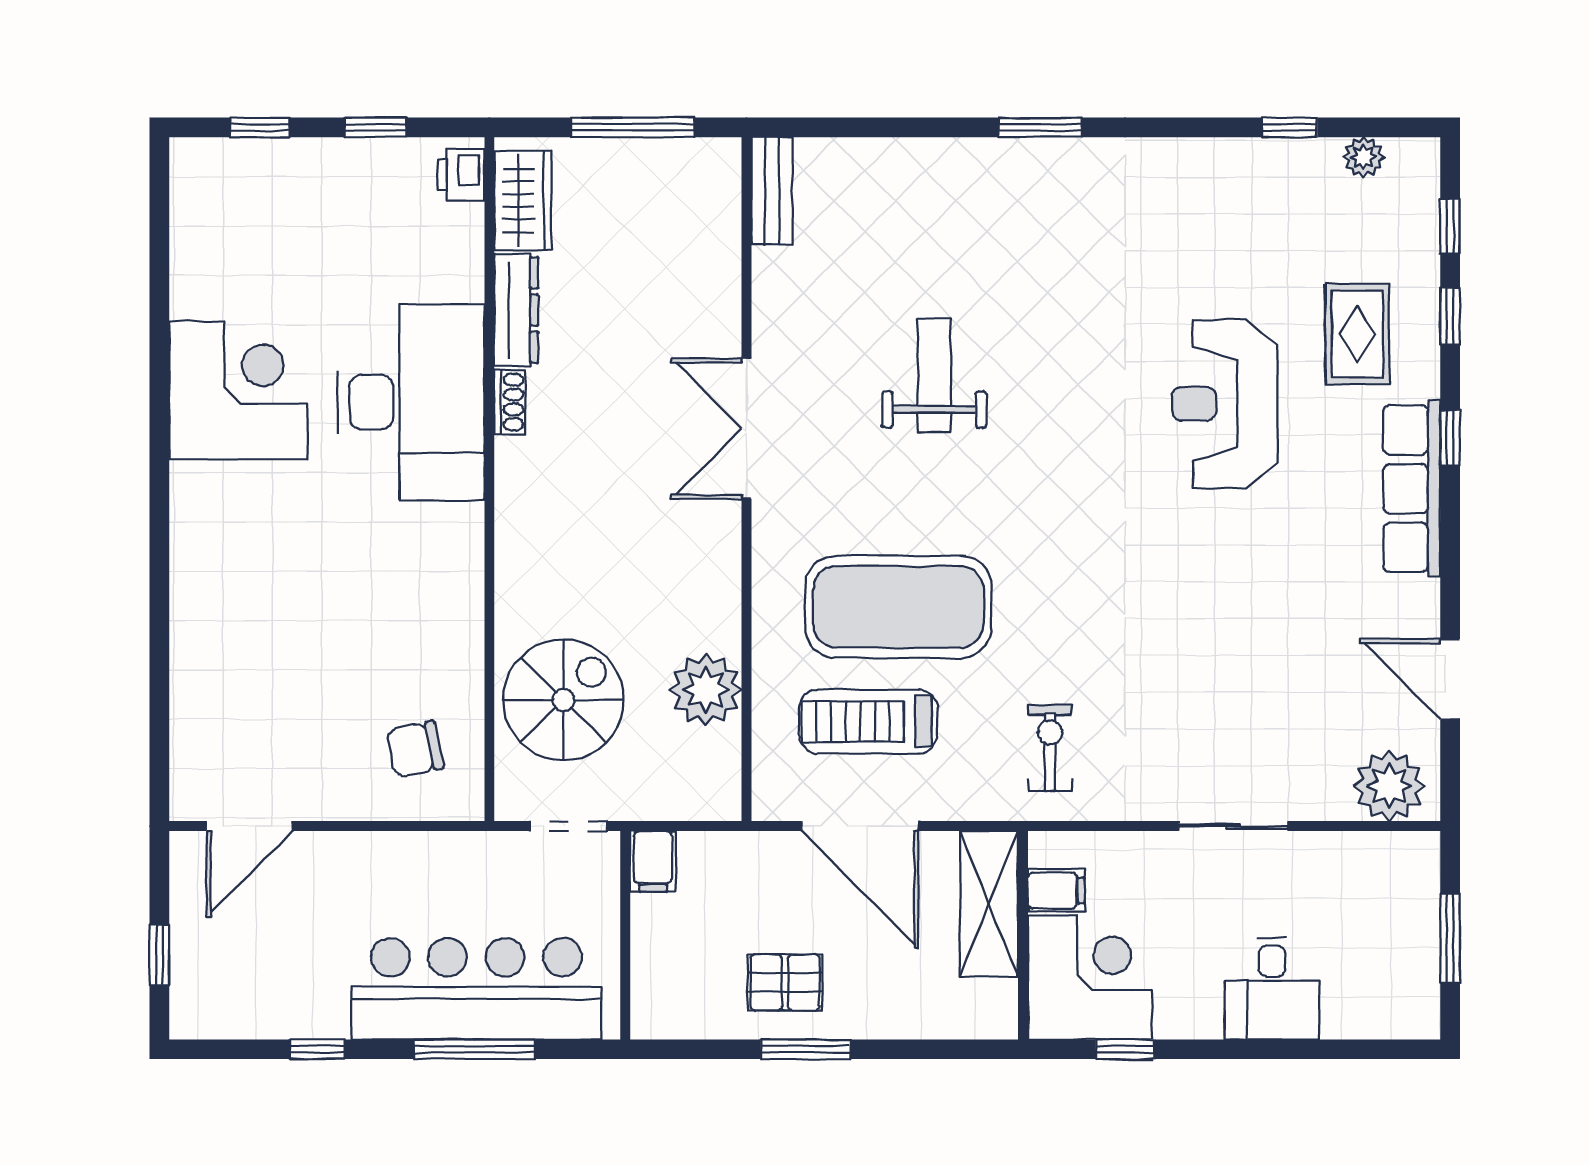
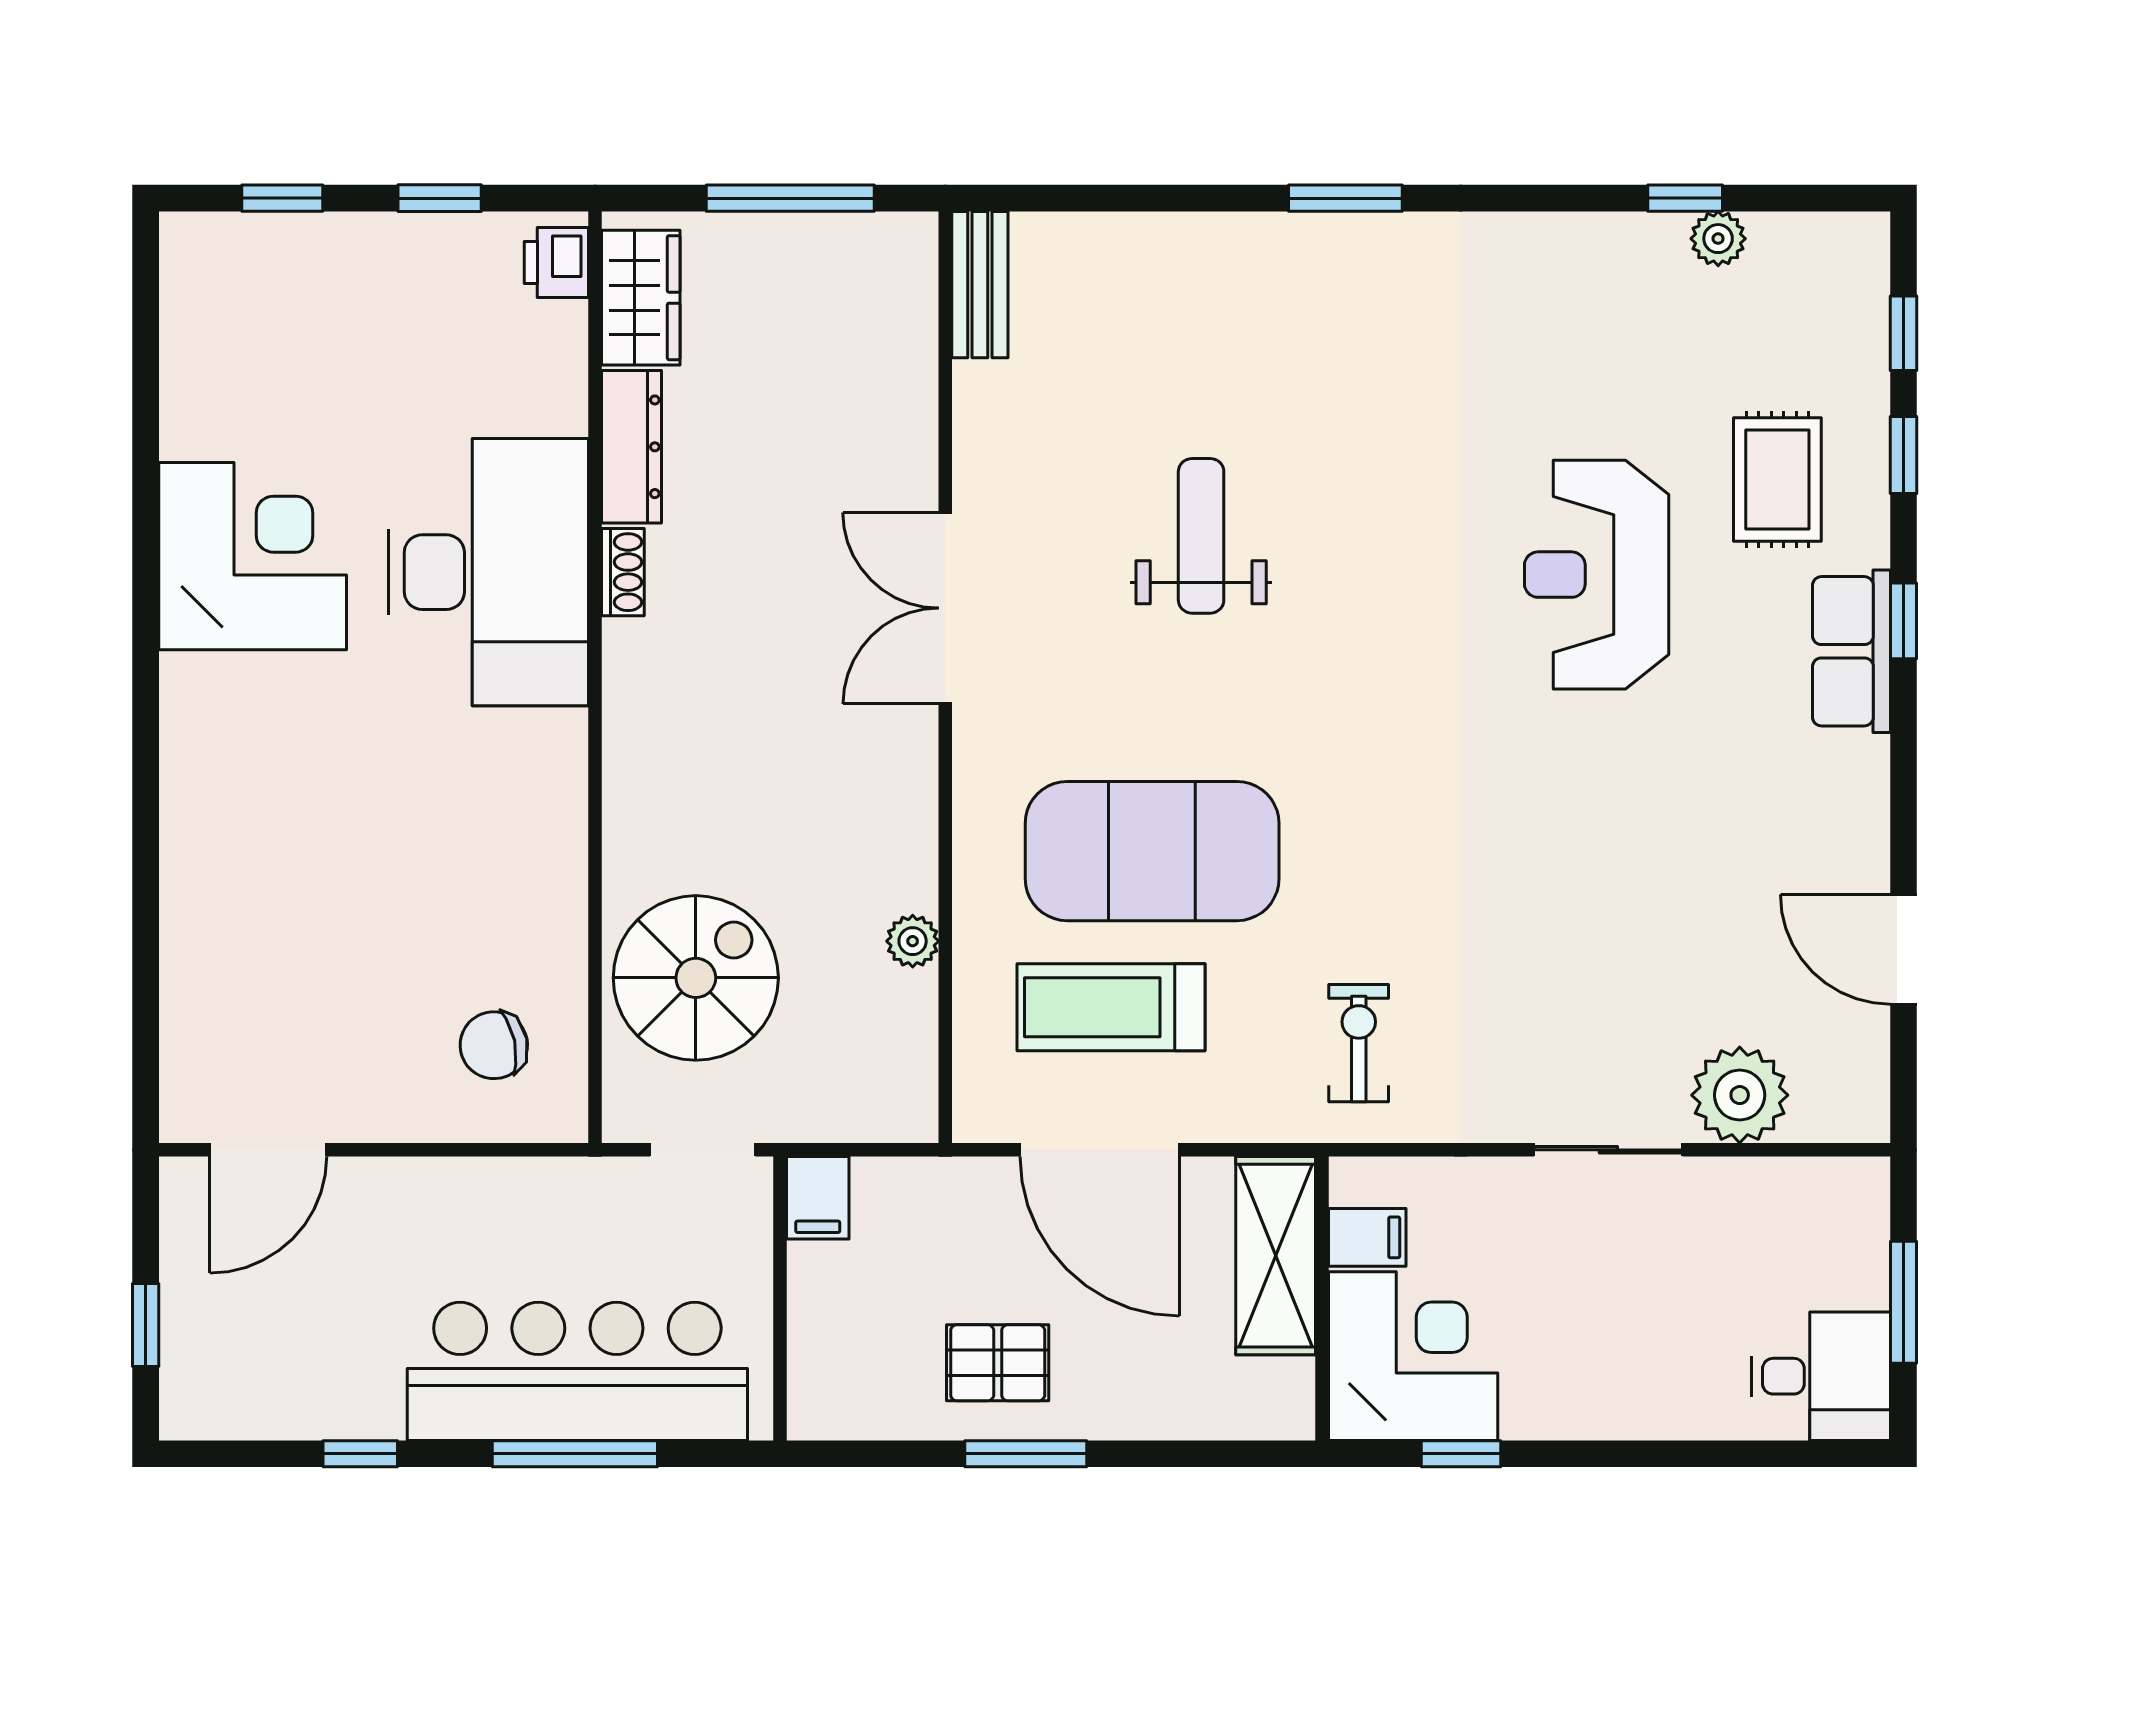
plant: (1364, 157) -> (1718, 239), moved
row of seats: (1412, 489) -> (1851, 651), width x0.68
plant: (706, 690) -> (913, 941), width x0.53, depth x0.53
plant: (1389, 786) -> (1740, 1095), moved
desk: (1272, 989) -> (1821, 1376), moved, turned -90

